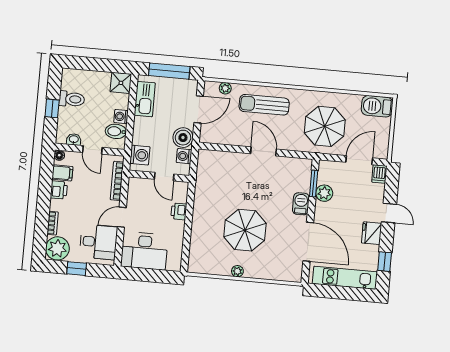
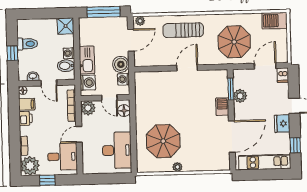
plant: (225, 88) -> (140, 21), moved
kitchen sink: (145, 99) -> (87, 60), moved
door: (264, 151) -> (187, 68), hinge flipped
plant: (137, 186) -> (88, 108), added
floor lamp: (180, 195) -> (124, 111), added
printer: (179, 211) -> (124, 124), removed
parasol: (245, 230) -> (163, 141), moved
door: (308, 242) -> (232, 137), hinge flipped
desk: (144, 251) -> (117, 150), moved, turned -90

